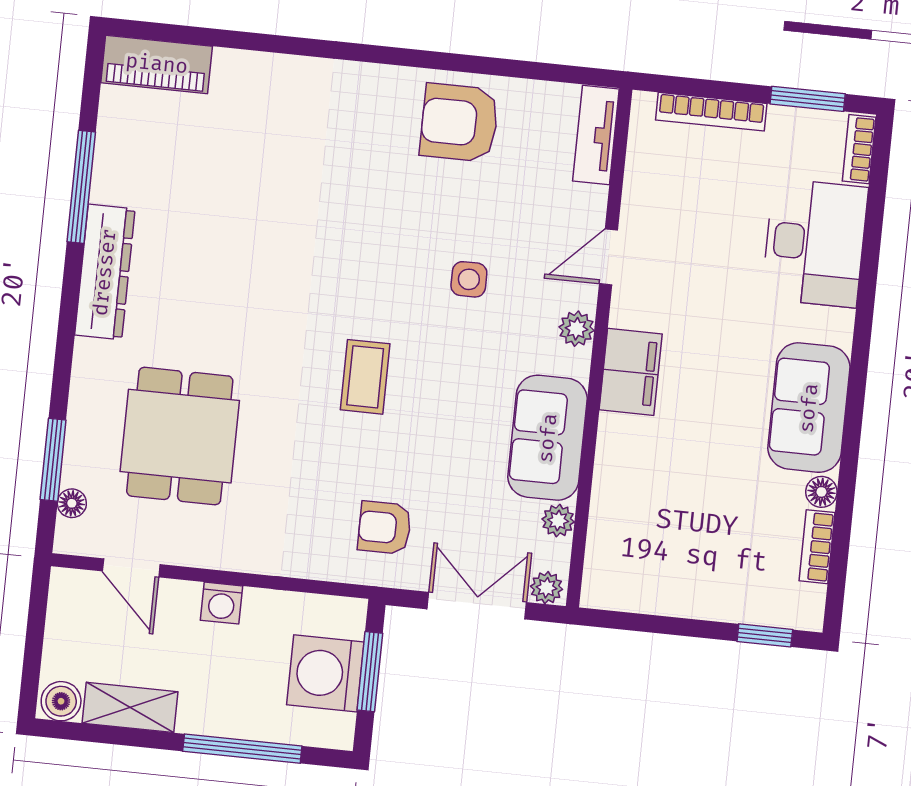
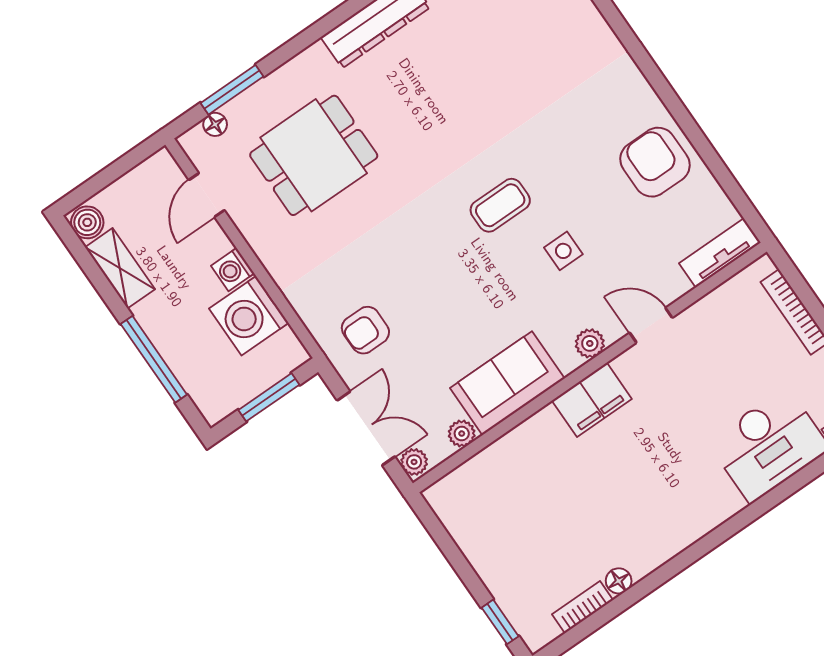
coffee table: (365, 377) -> (500, 205), moved
sofa: (809, 408) -> (664, 529), removed
armchair: (384, 528) -> (365, 330), turned -90
washing machine: (325, 673) -> (249, 316), moved, turned -90

